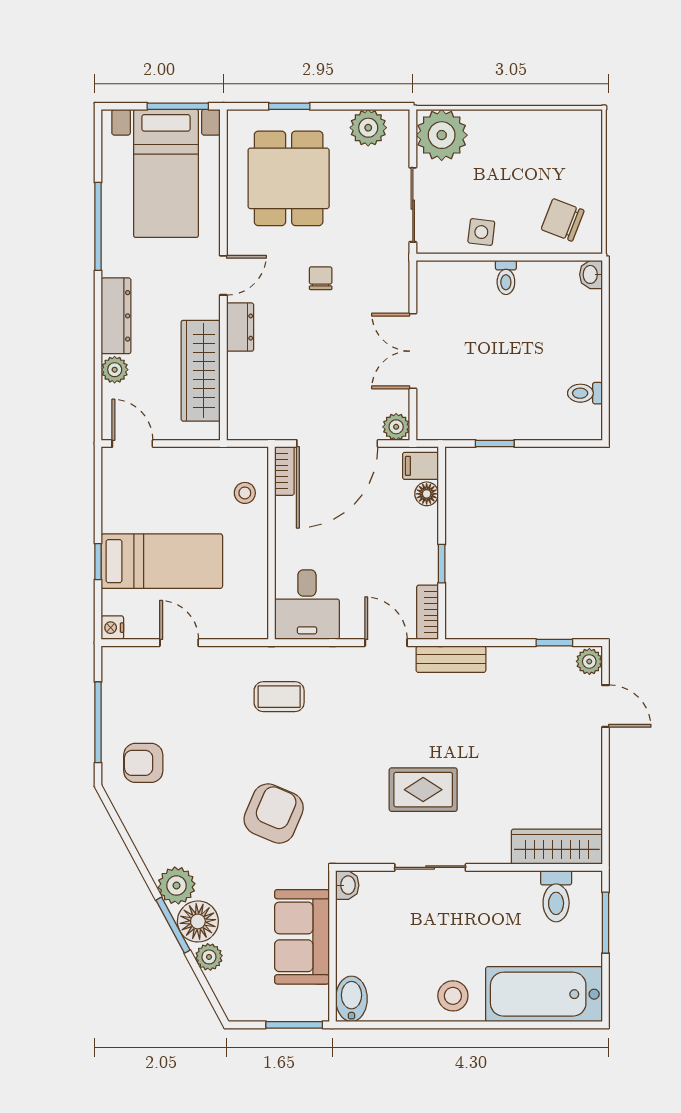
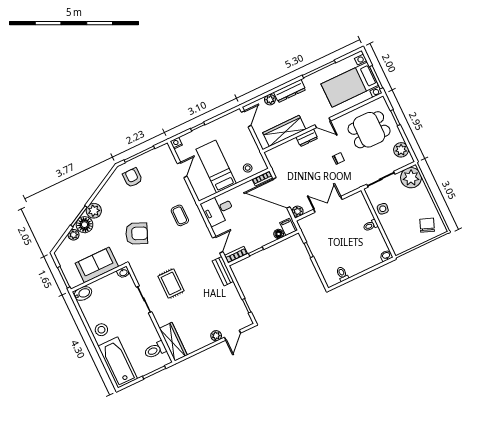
chair: (563, 220) -> (427, 225), moved
bed: (162, 561) -> (216, 166), moved, turned 180
plant: (589, 661) -> (216, 336), moved

